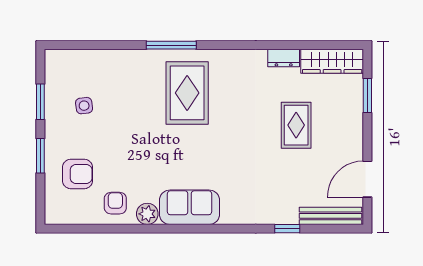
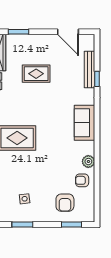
window: (40, 156) -> (71, 225), moved
armchair: (77, 174) -> (65, 203), turned 180
sofa: (190, 207) -> (85, 123), moved
bench: (331, 216) -> (90, 69), moved

